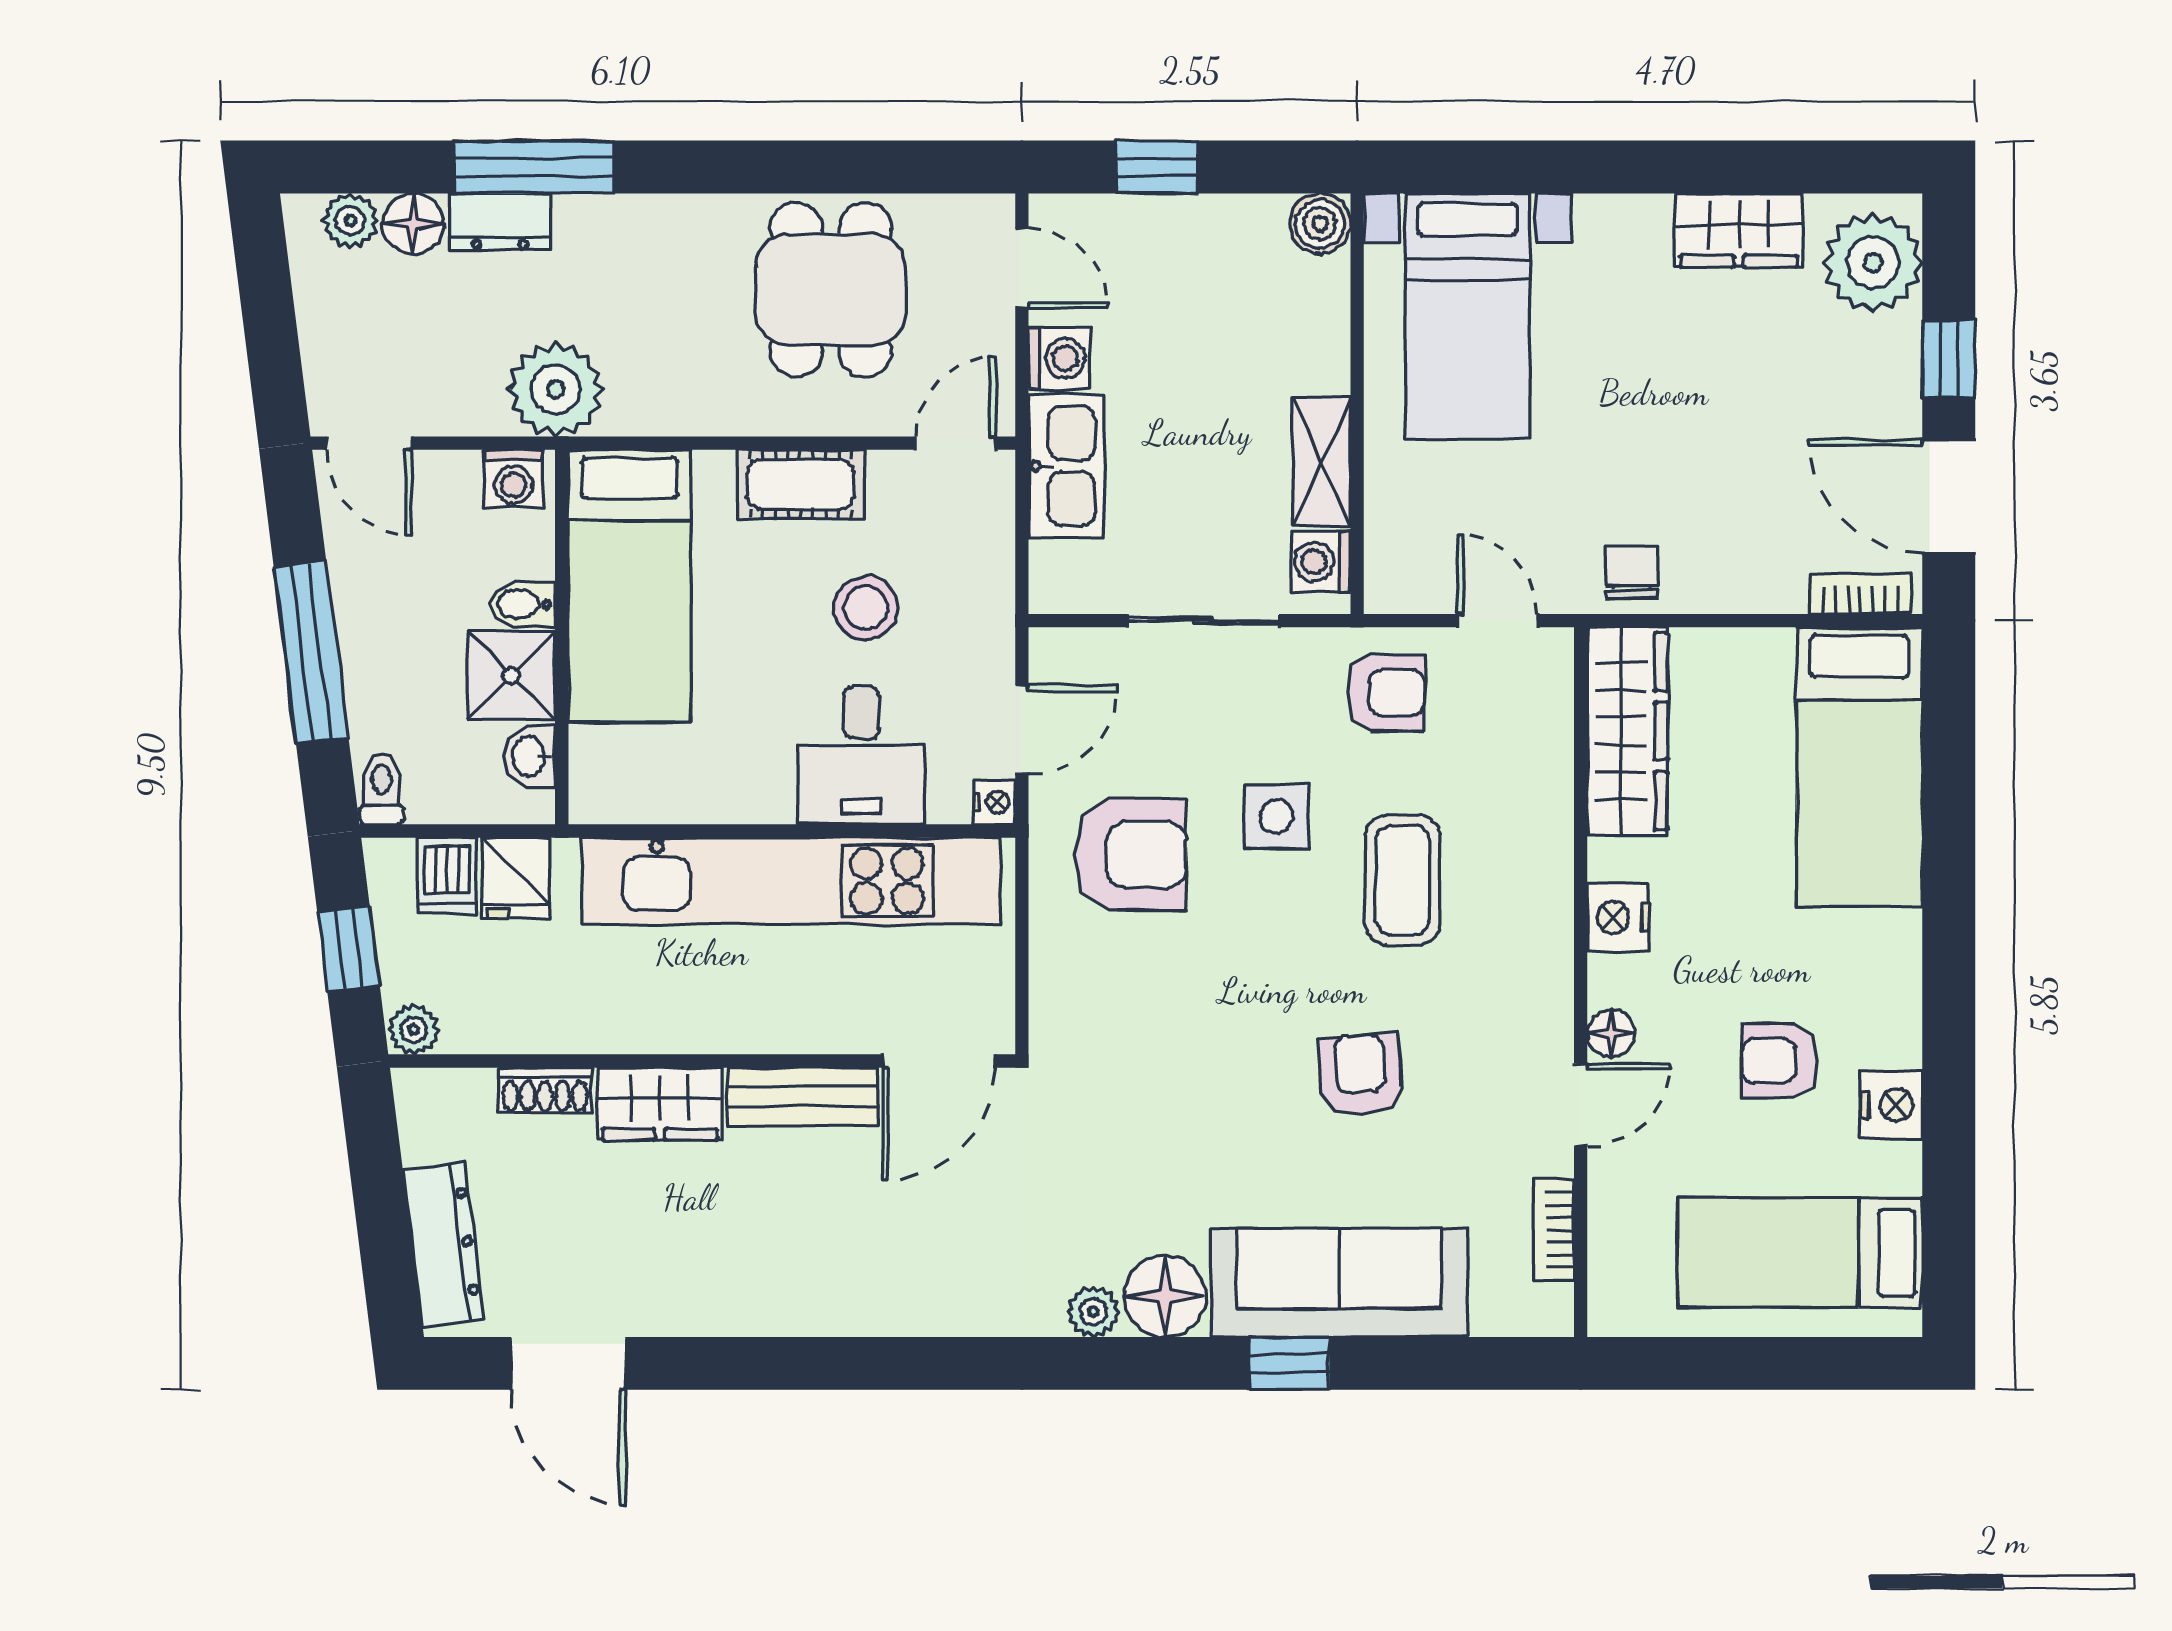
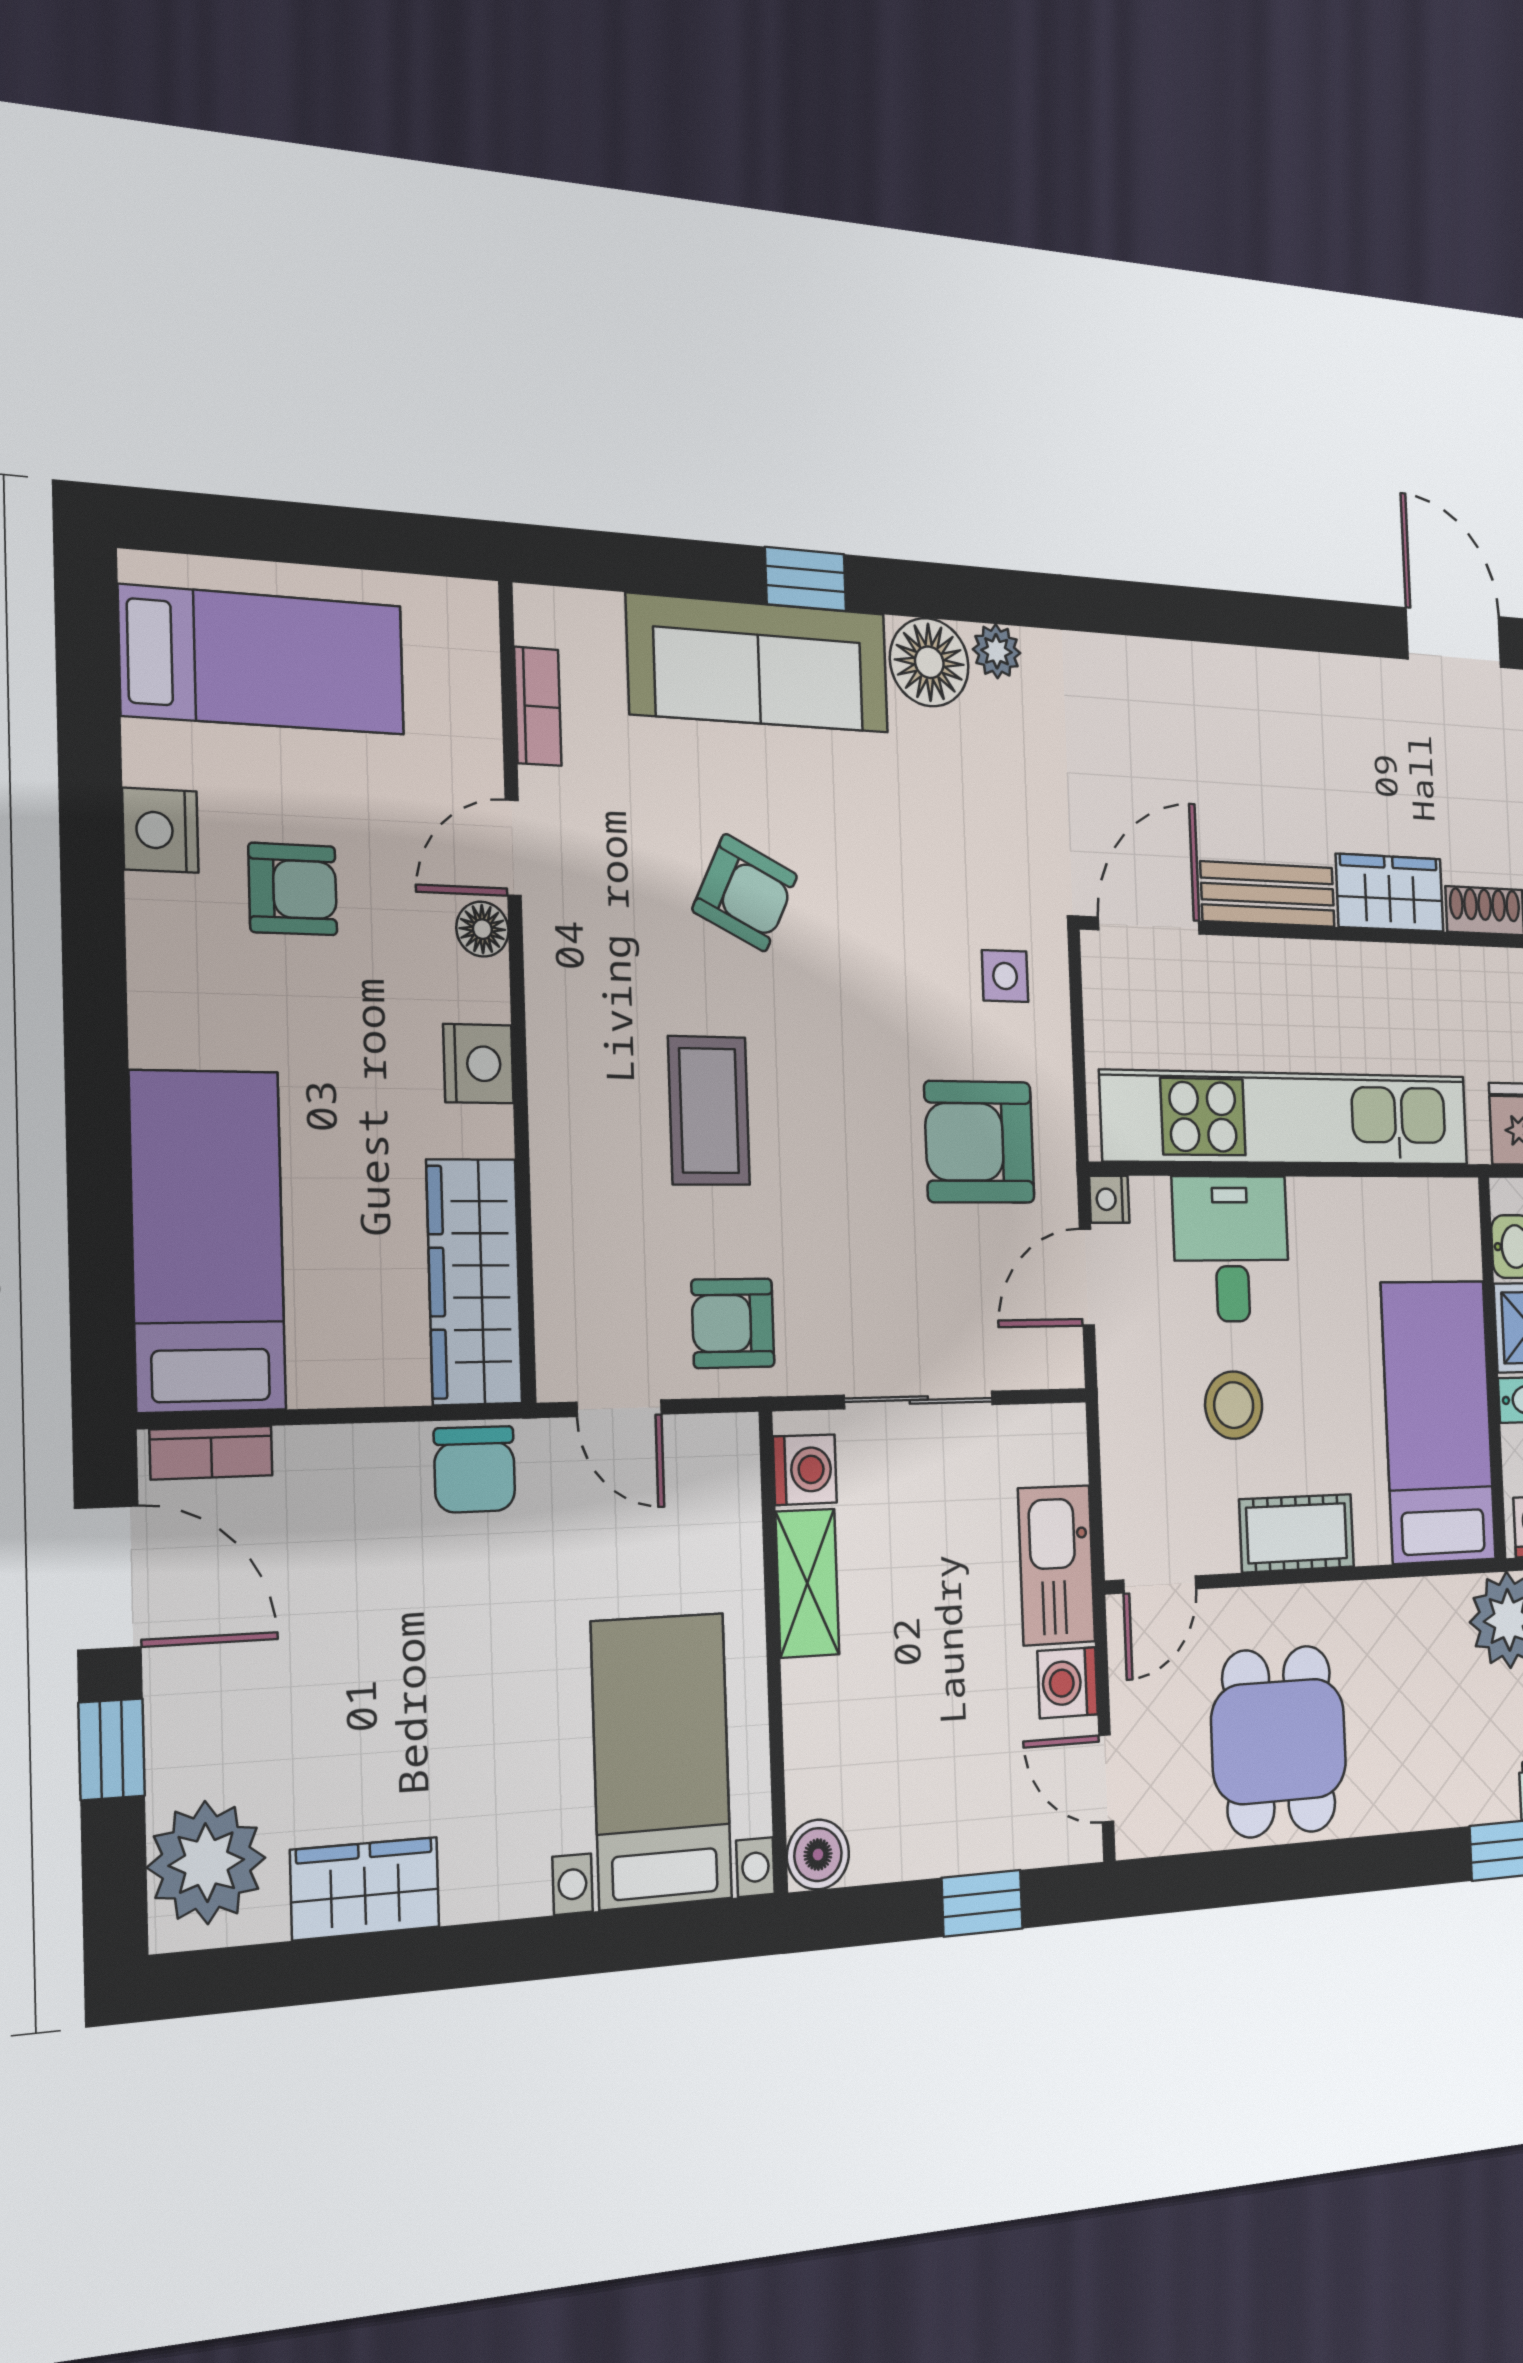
chair: (1632, 572) -> (475, 1469), width x1.37, depth x1.37
side table: (1277, 816) -> (1005, 976), moved, width x0.73, depth x0.73
armchair: (1360, 1075) -> (745, 893), turned -60

